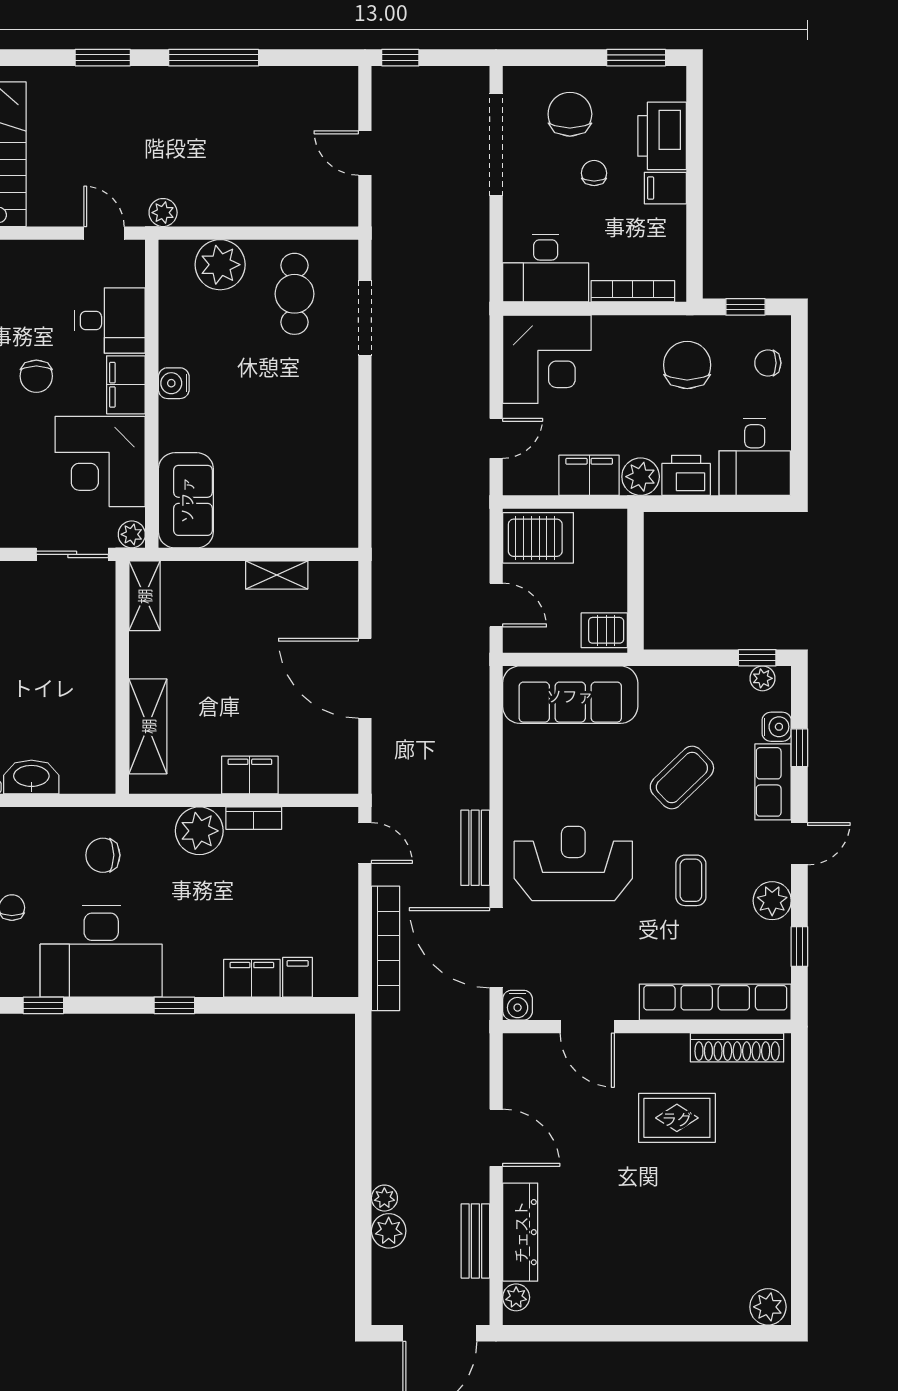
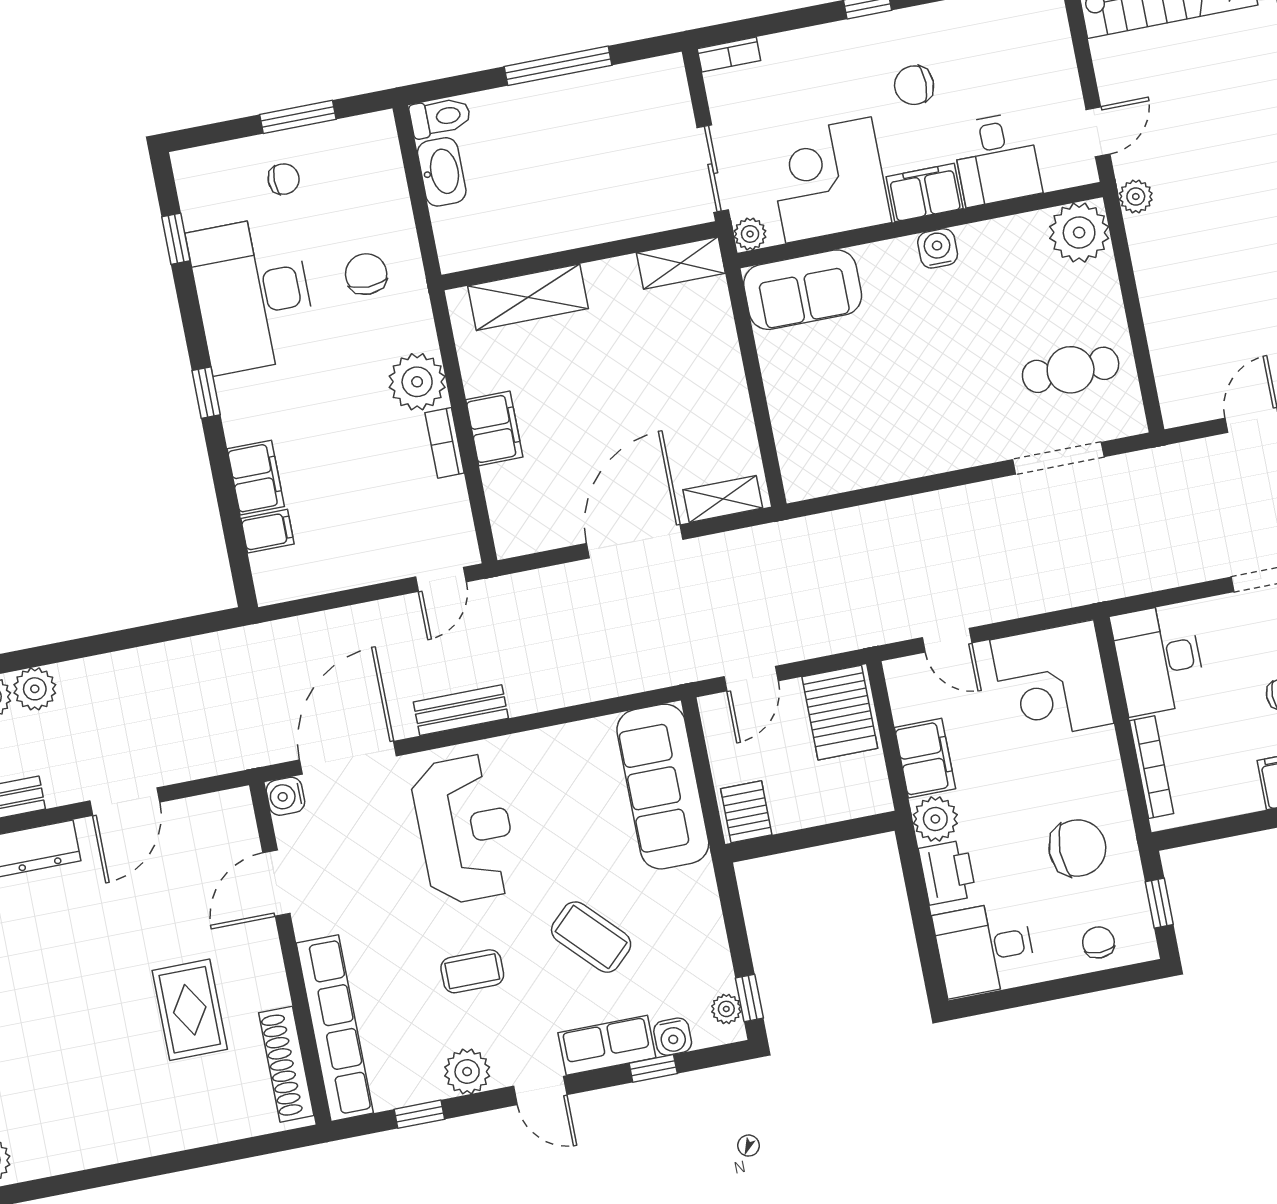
plant: (220, 265) -> (1079, 233), moved
shelving: (277, 575) -> (723, 499), moved, turned 90
bookcase: (386, 948) -> (322, 628), removed
plant: (384, 1198) -> (35, 689), width x1.38, depth x1.38

